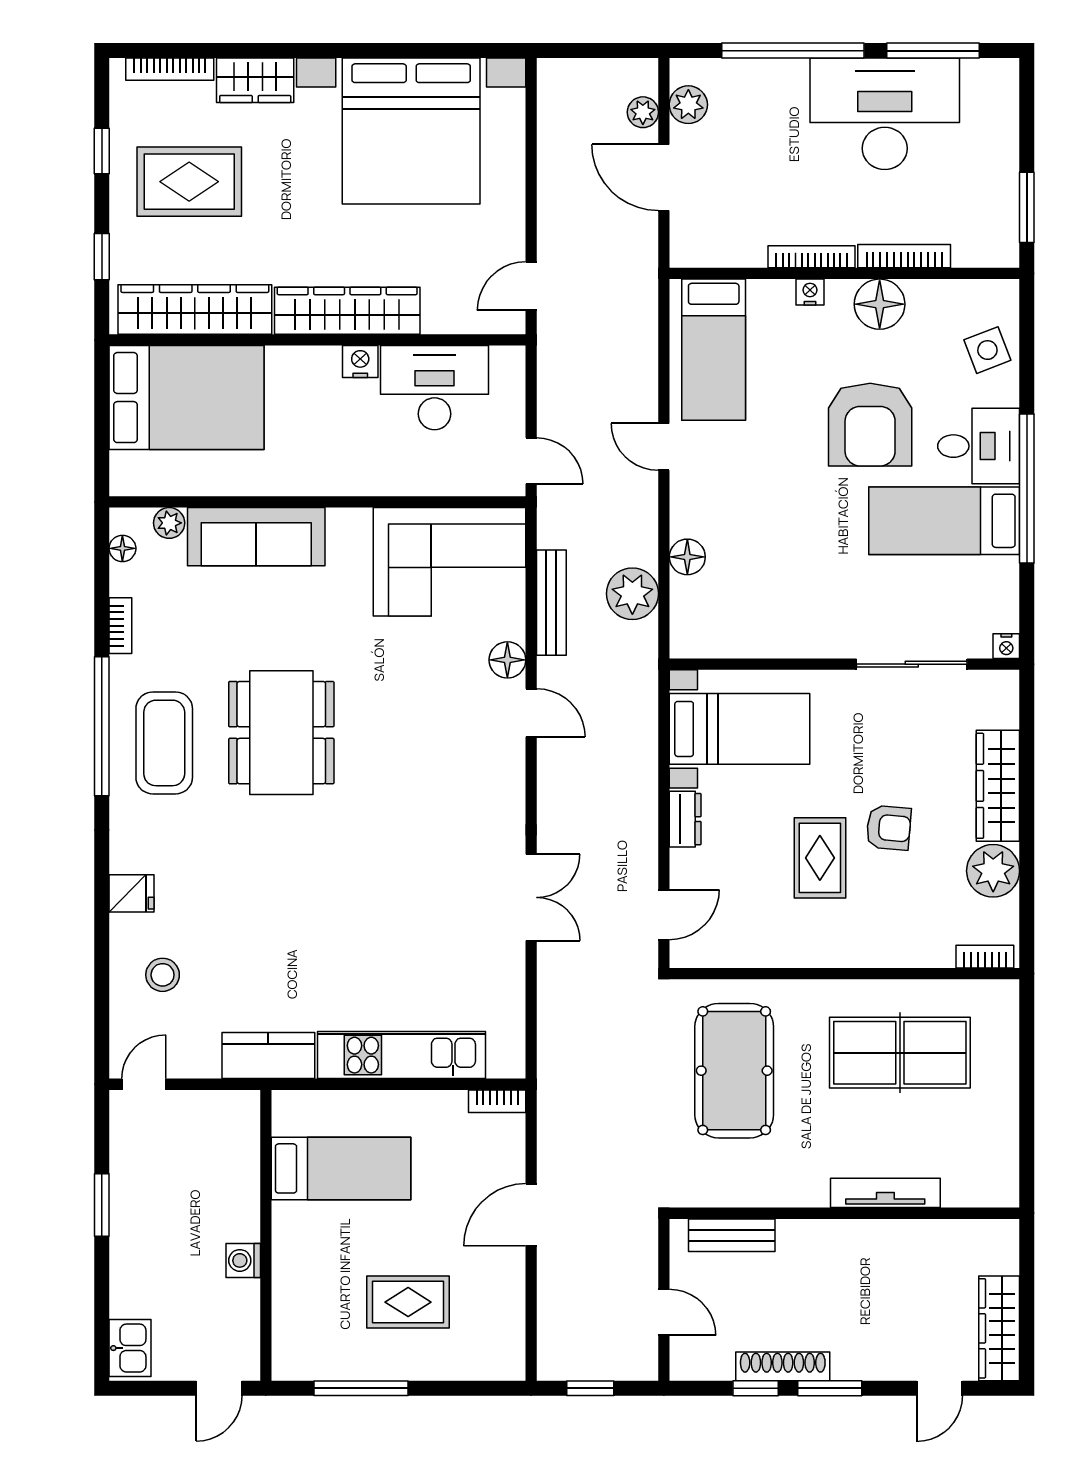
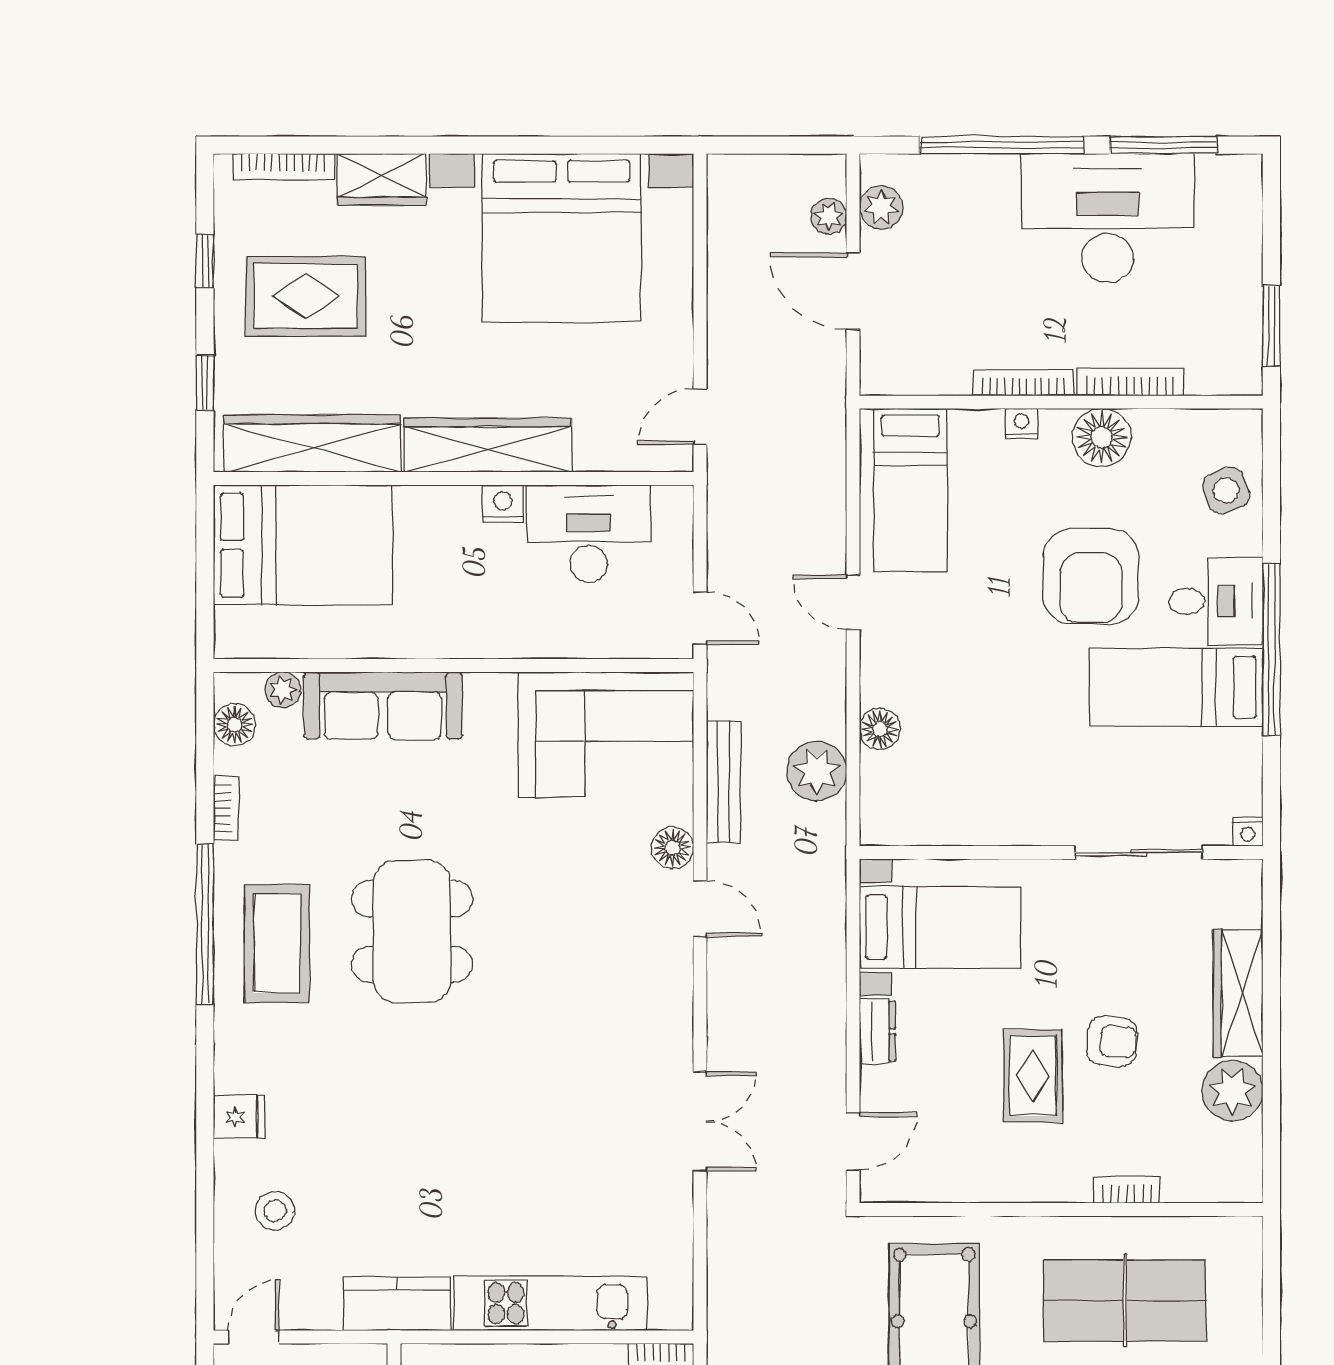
floor lamp: (122, 548) -> (234, 725), width x1.37, depth x1.37
bookcase: (985, 957) -> (1127, 1190), moved

